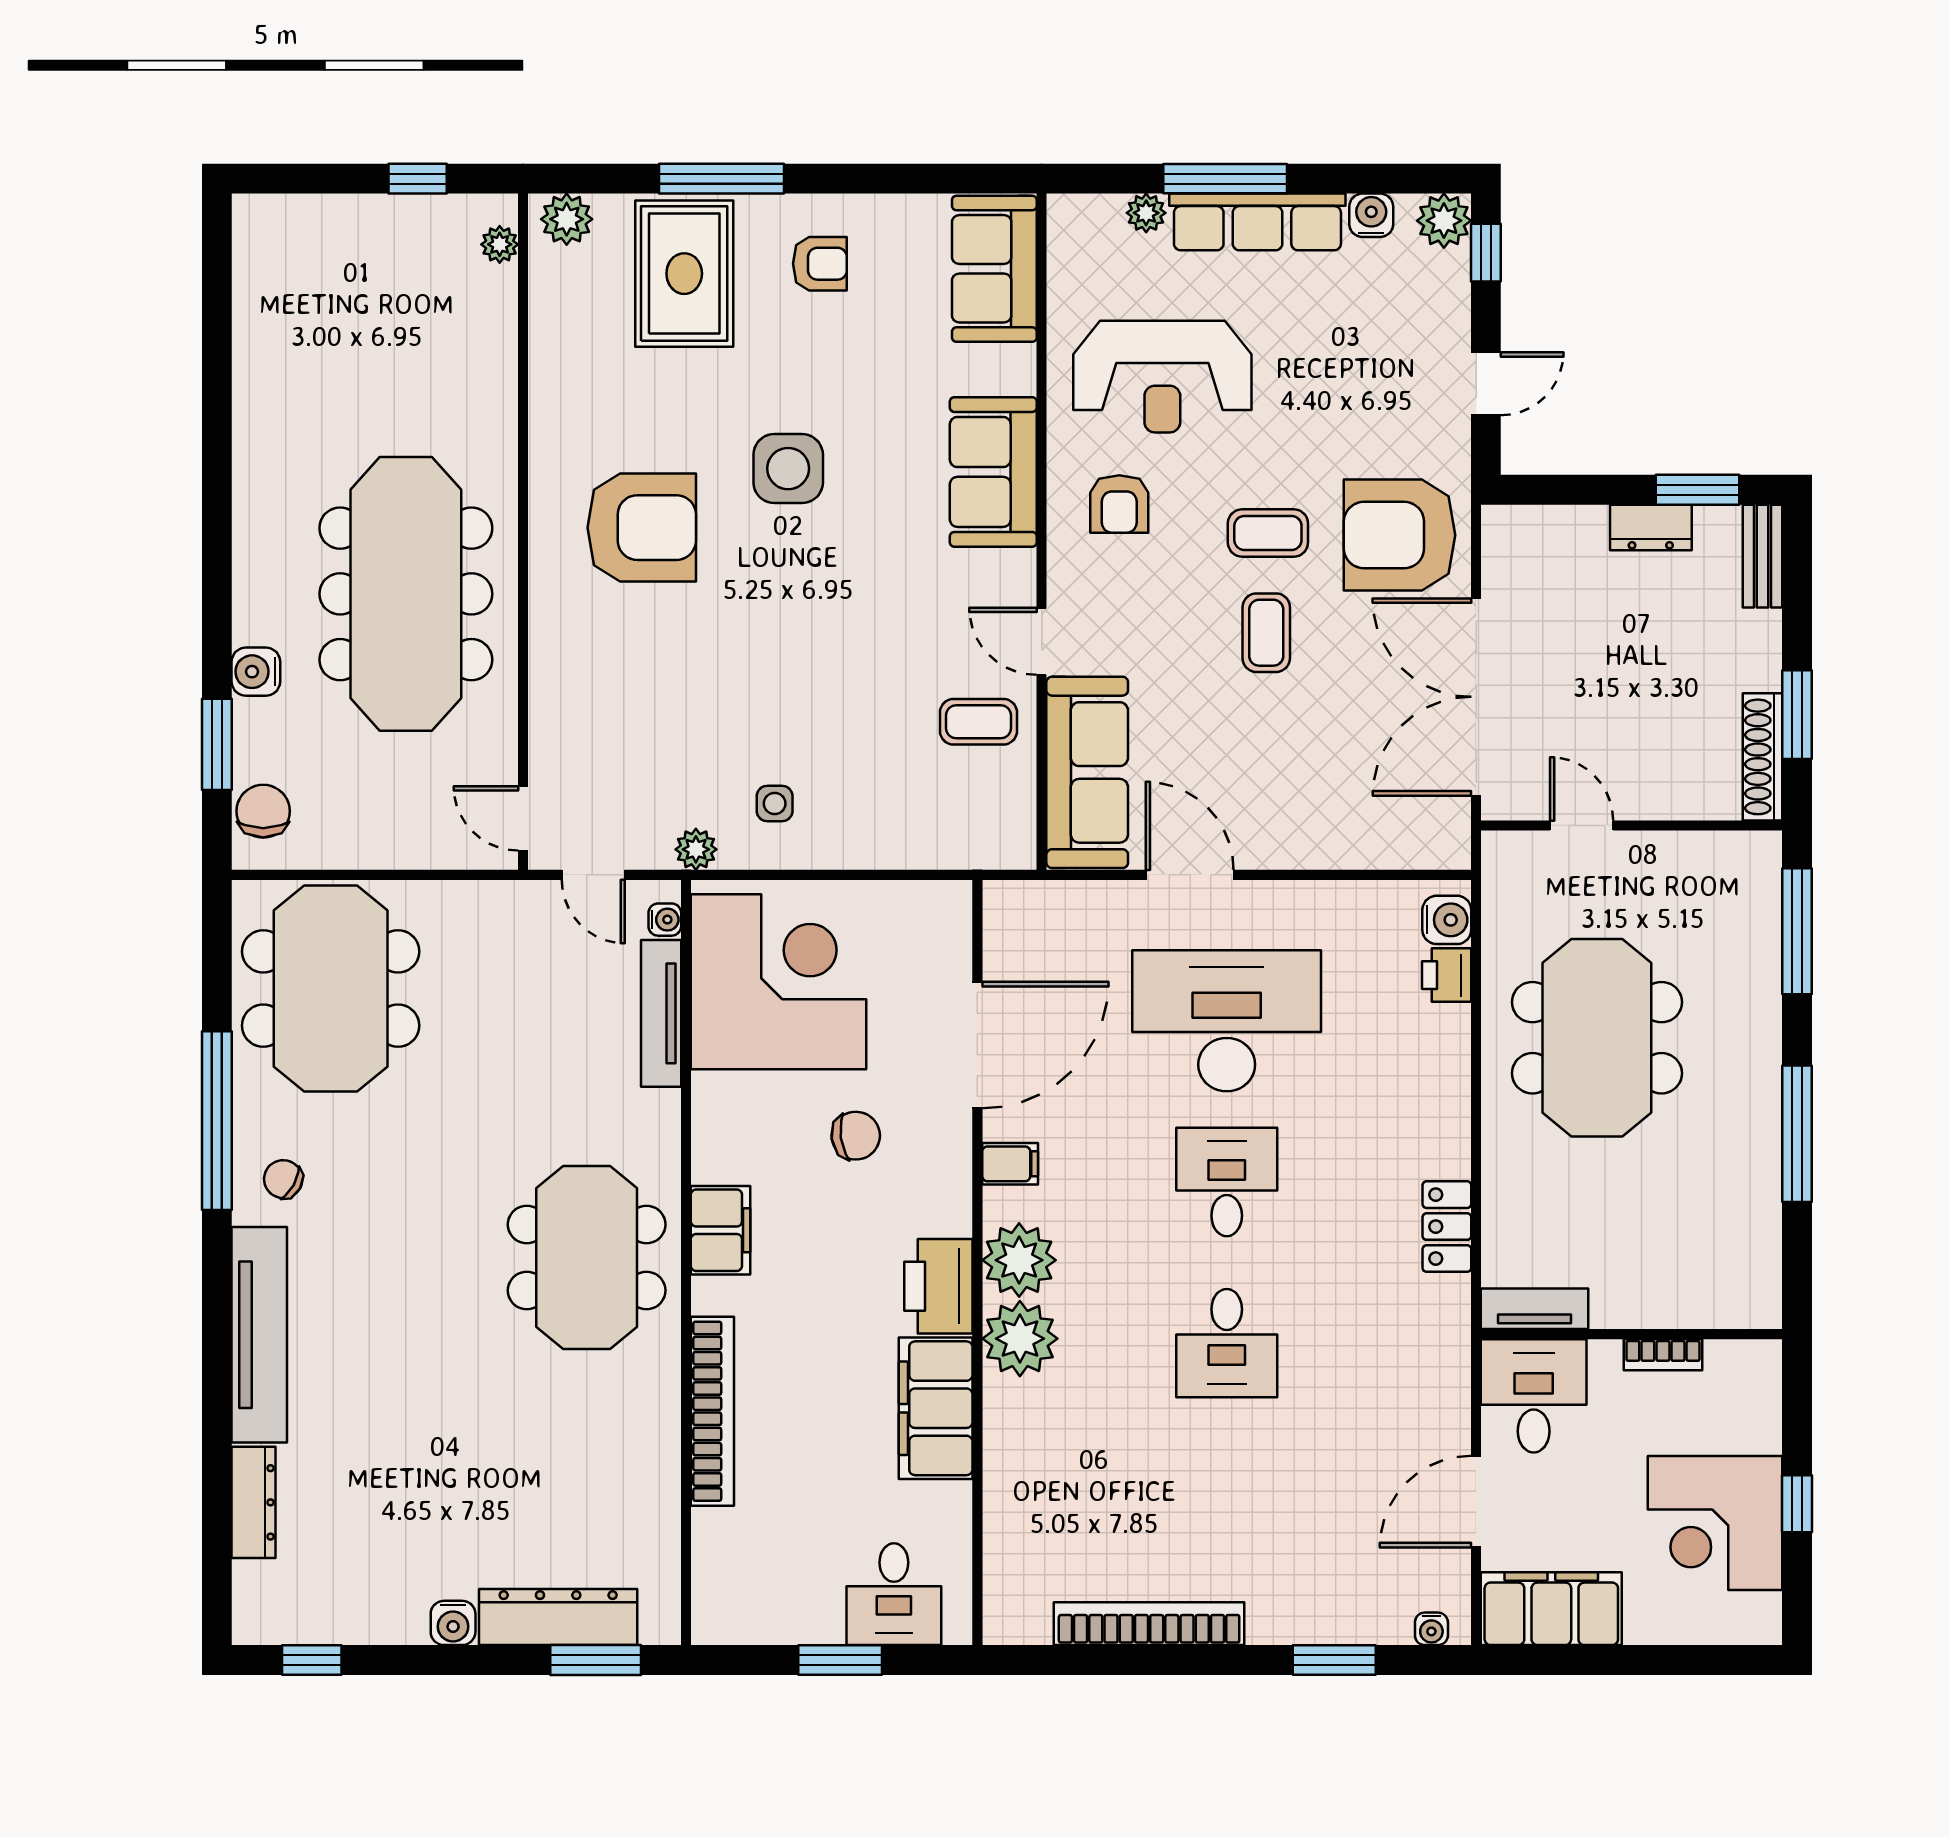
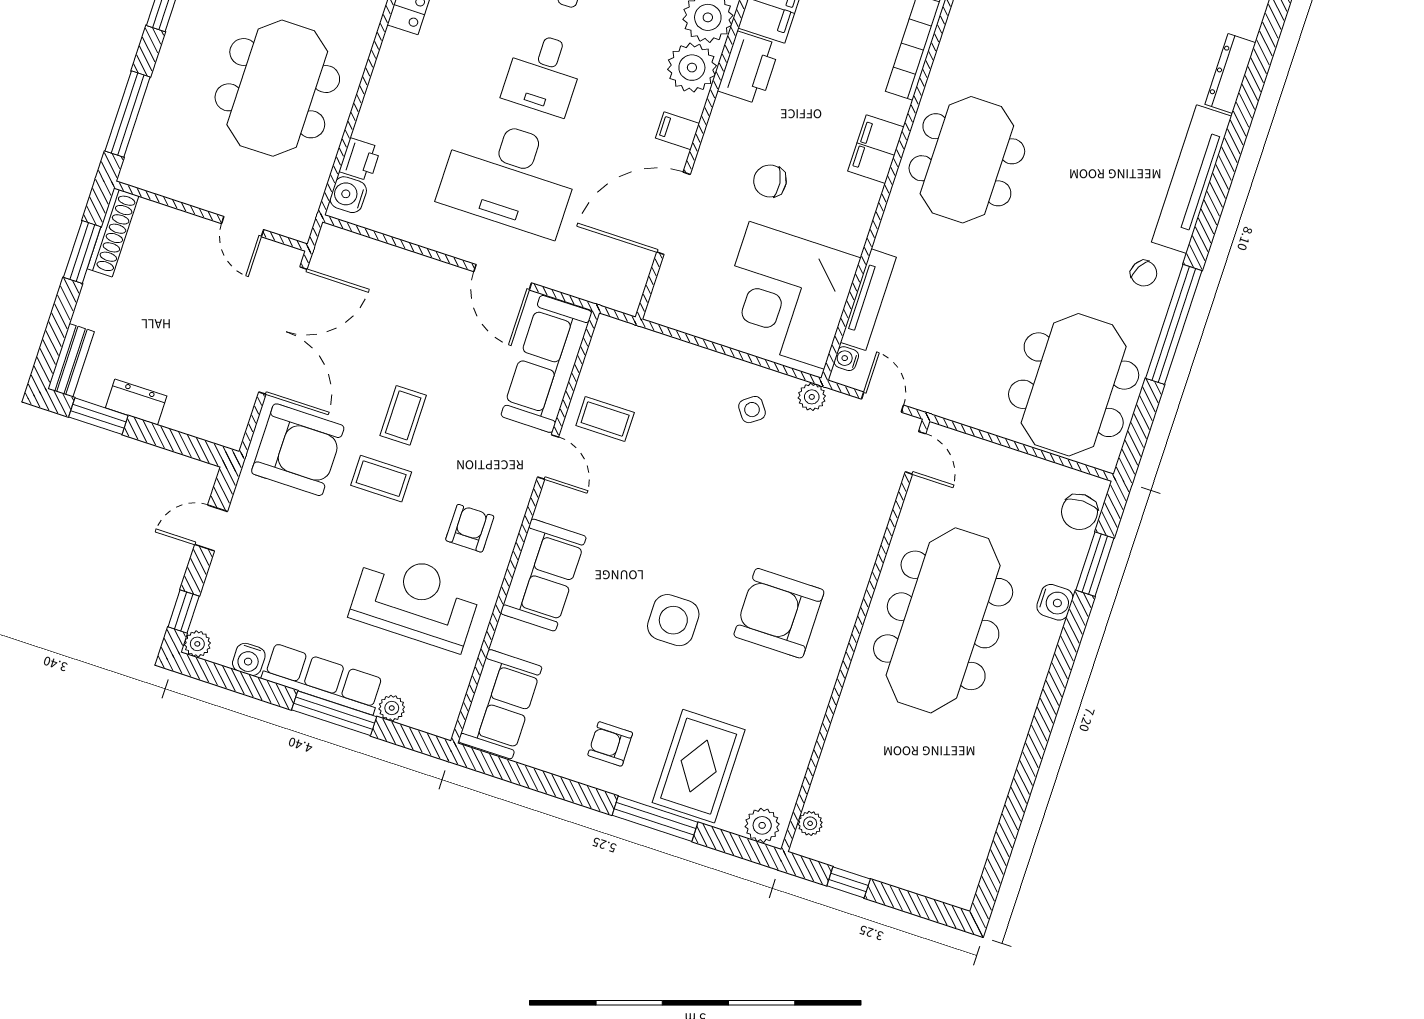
plant: (1444, 221) -> (197, 644), width x0.73, depth x0.73
side table: (775, 804) -> (752, 410), turned -36

